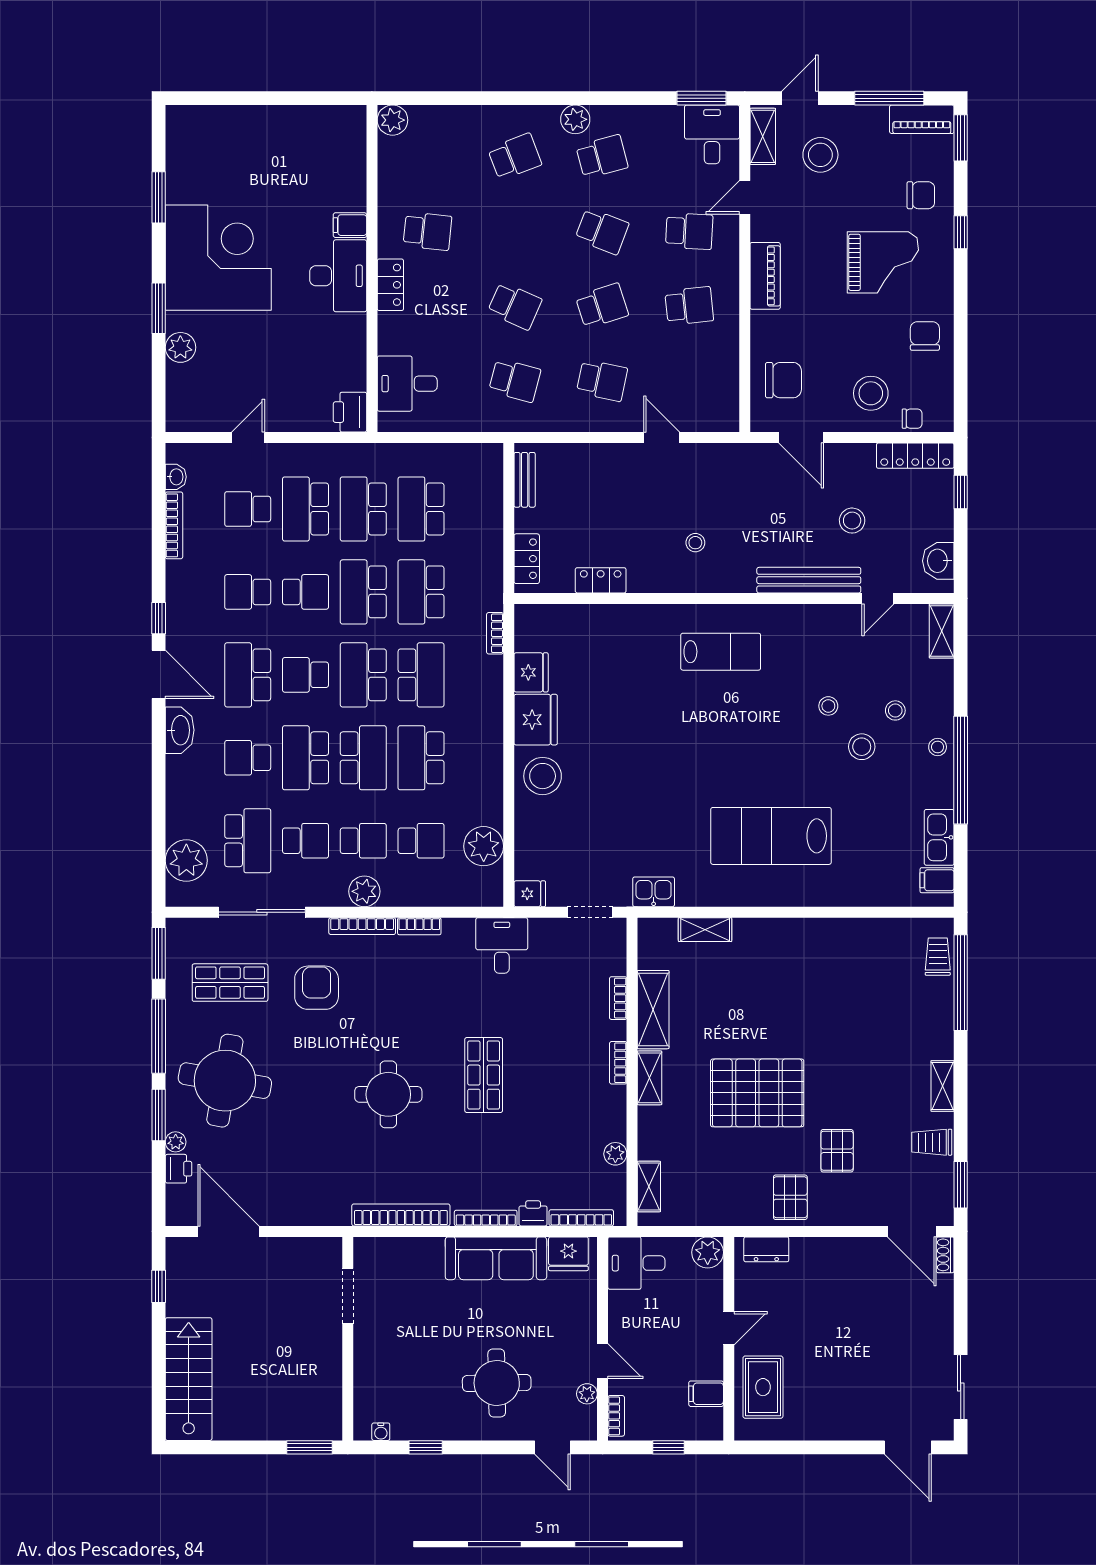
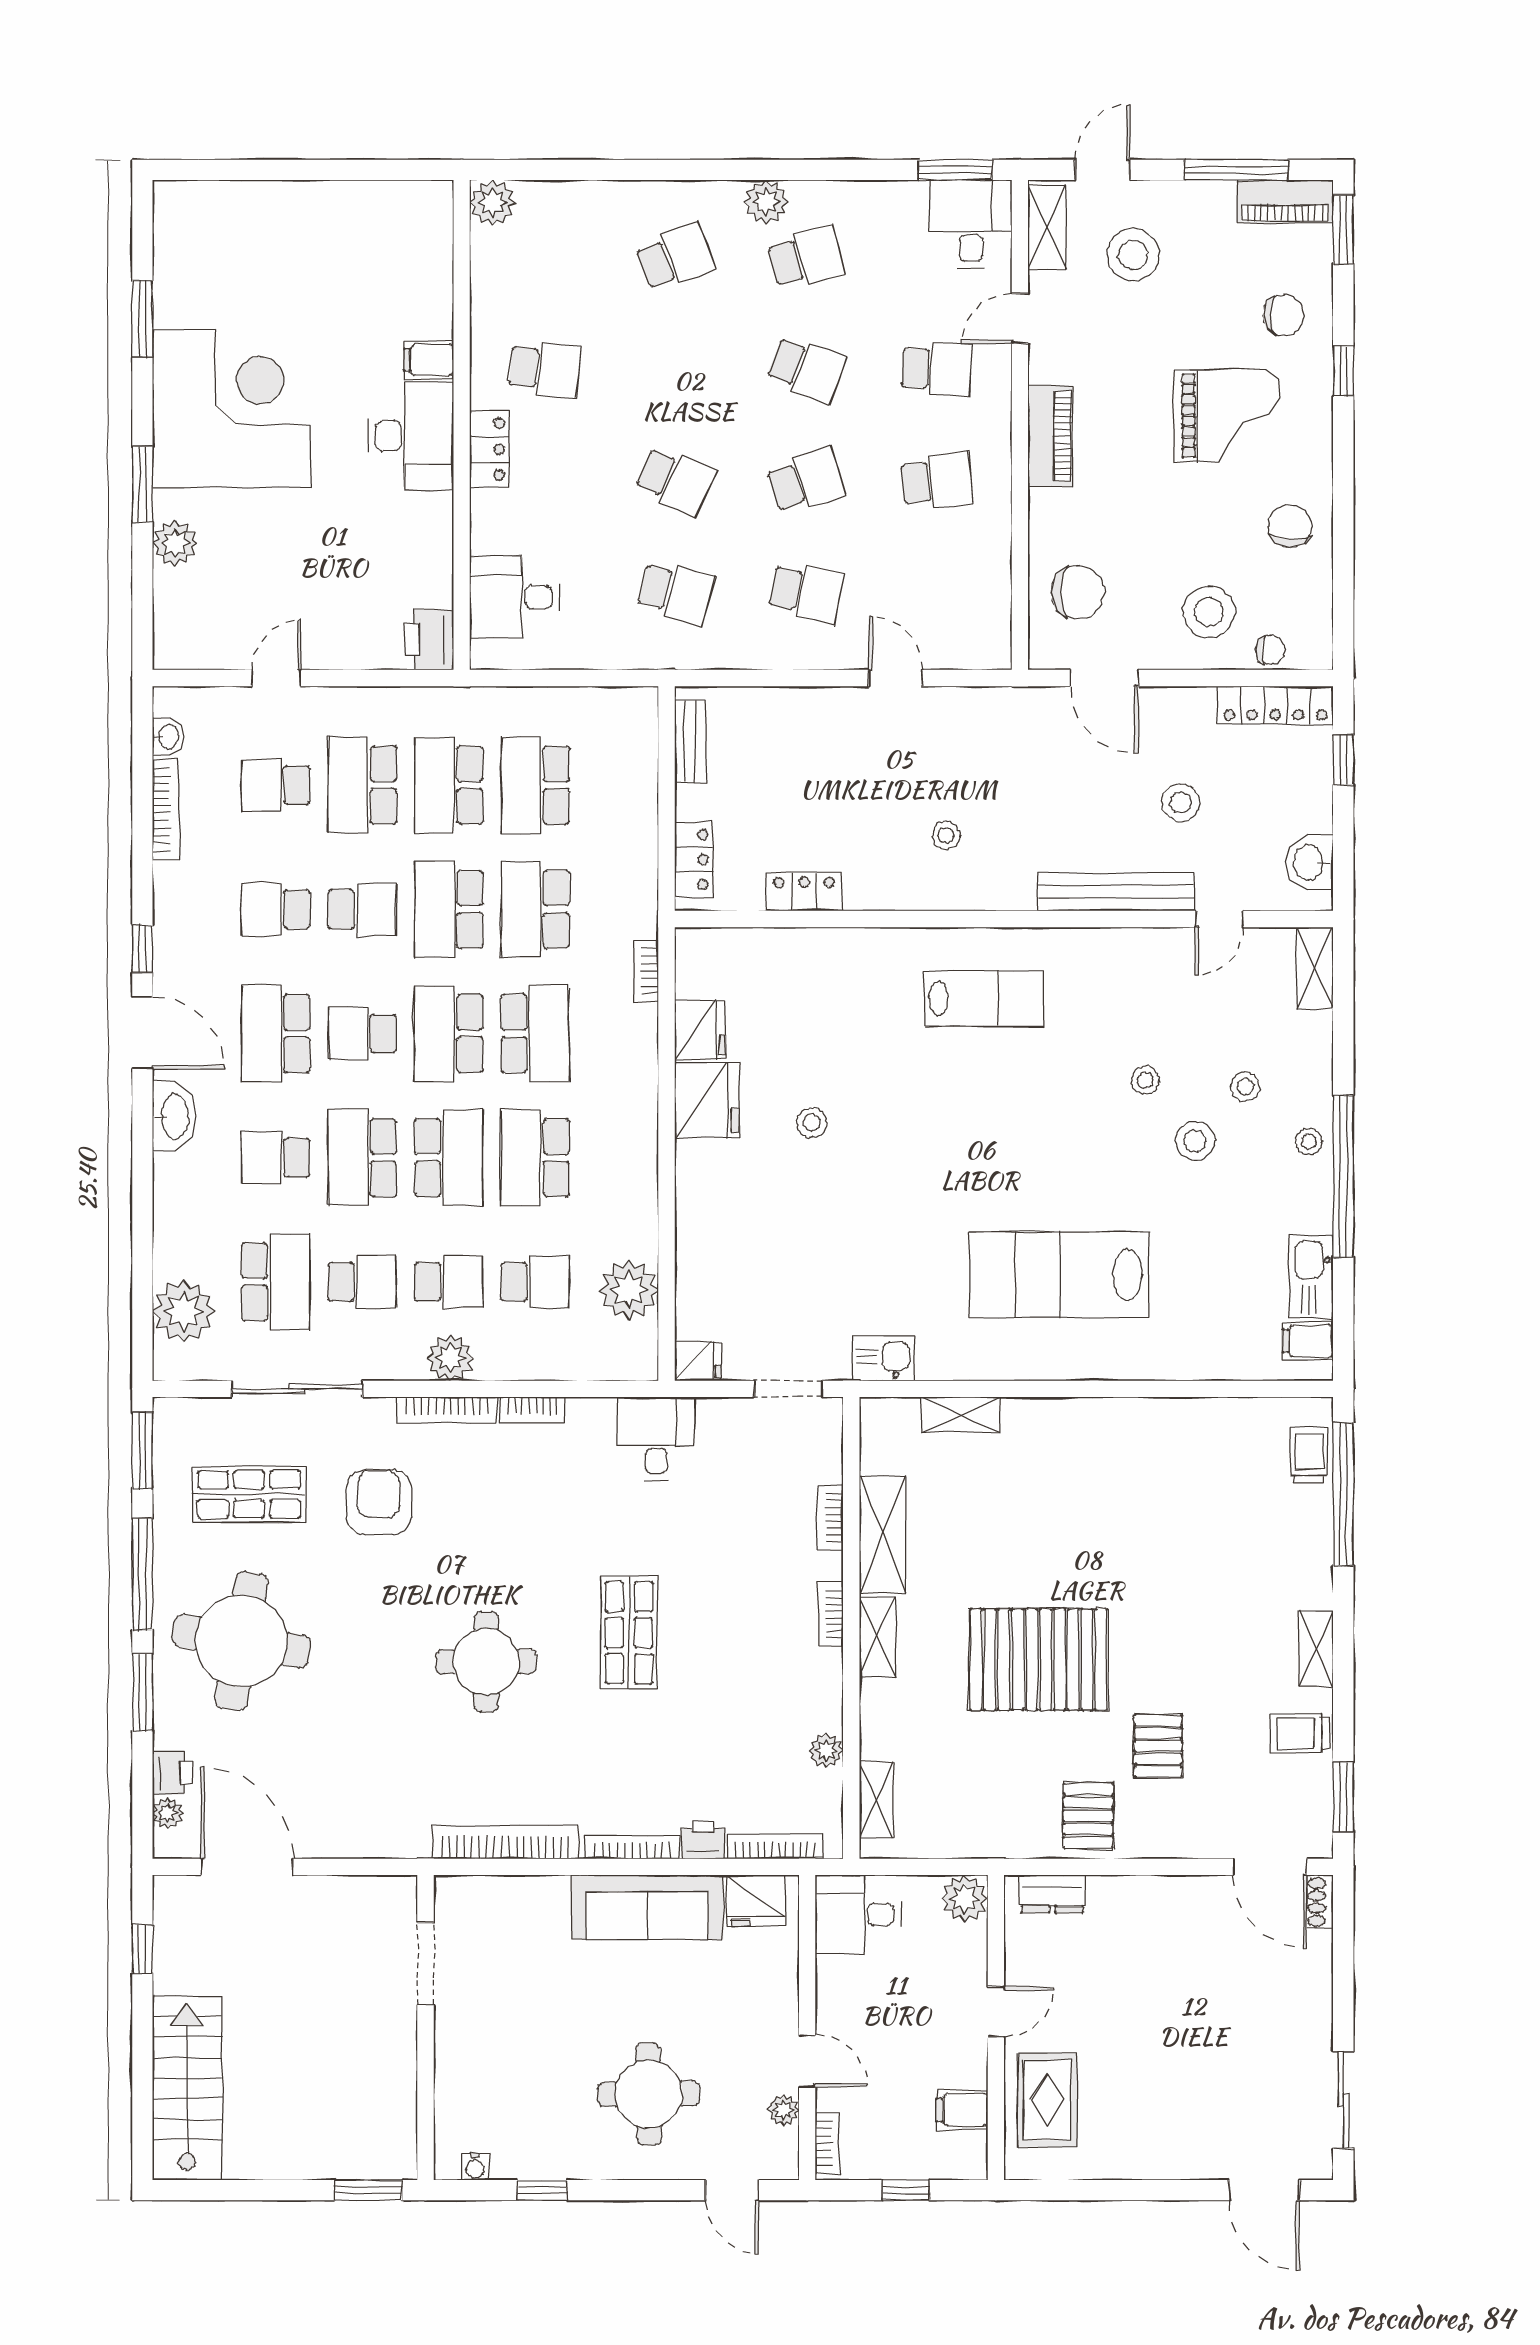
stool: (543, 776) -> (812, 1123), moved, width x0.53, depth x0.53
plant: (176, 1142) -> (168, 1813), moved

